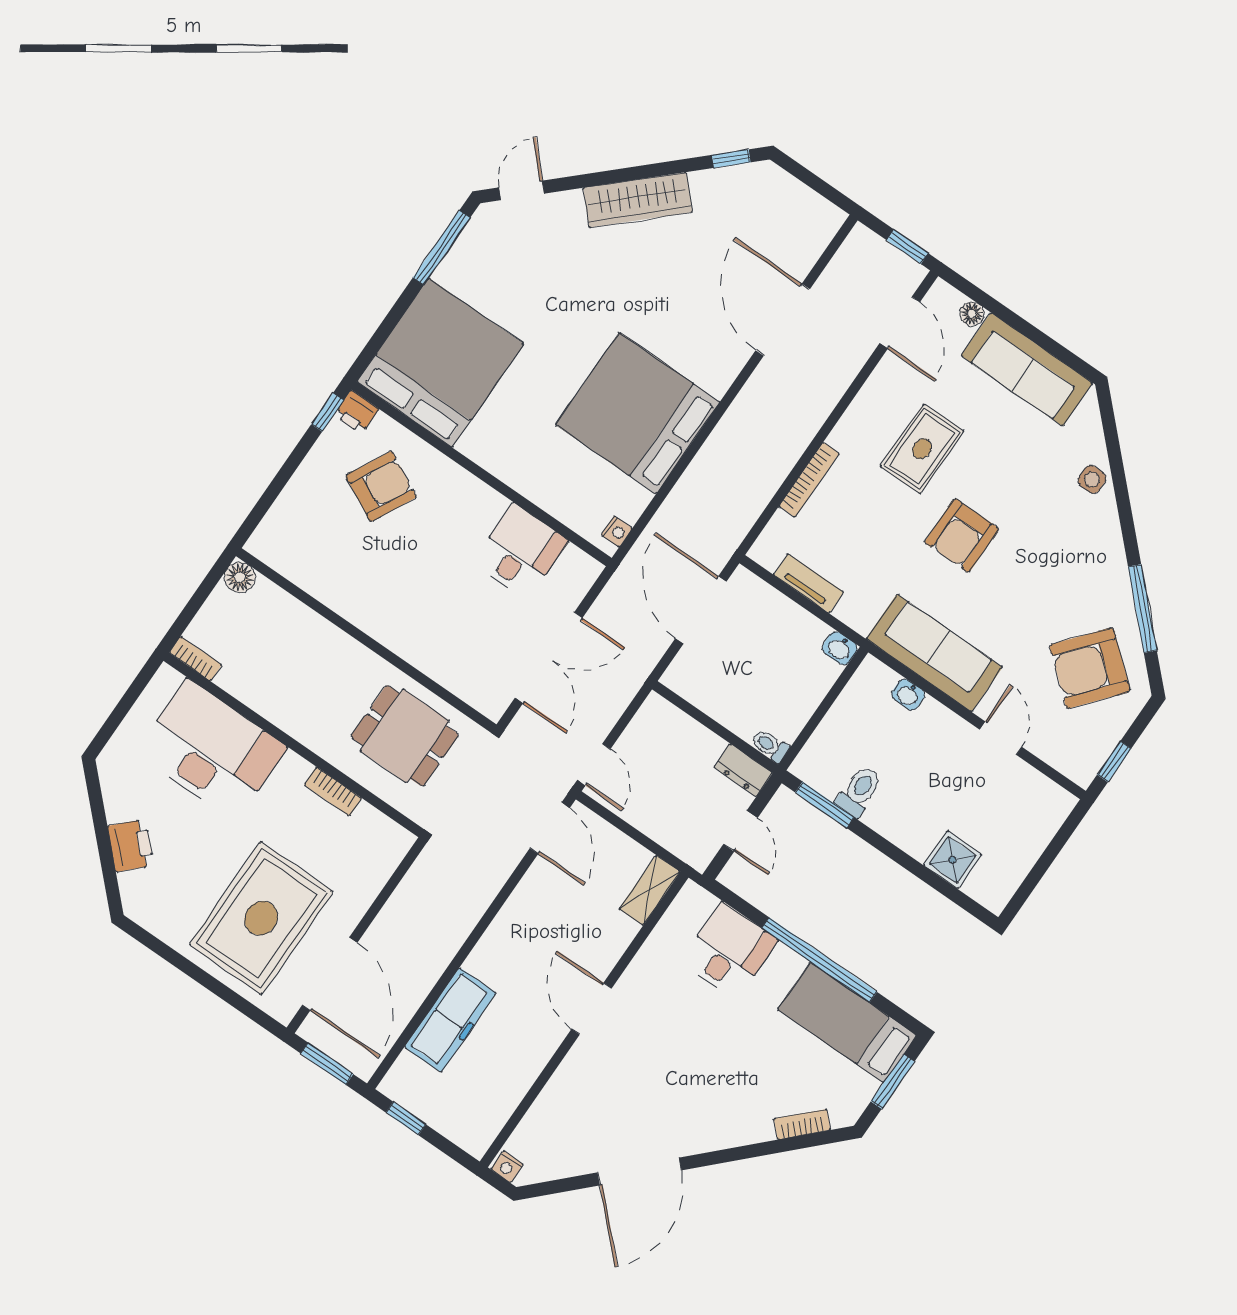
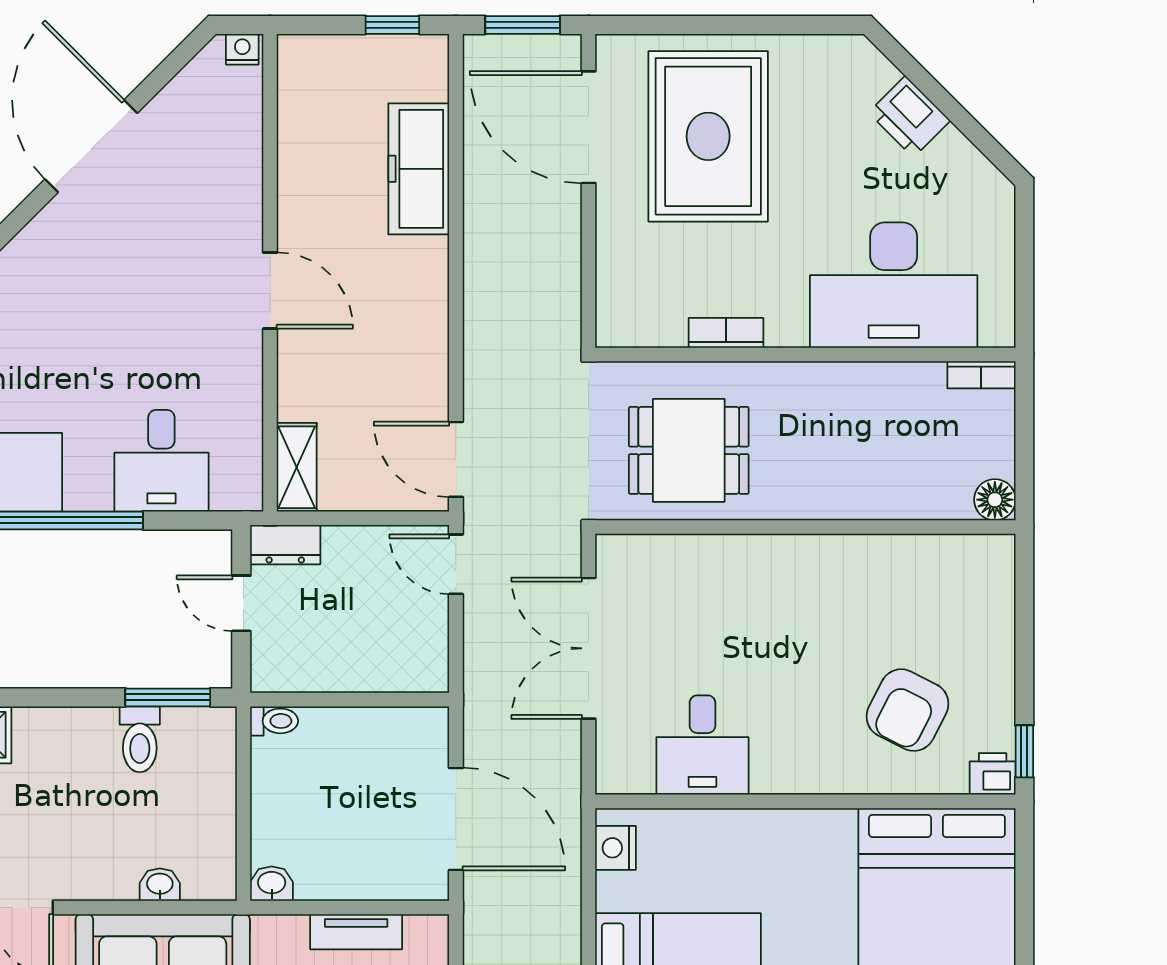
nightstand: (617, 531) -> (616, 848), width x1.39, depth x1.35
dresser: (743, 770) -> (285, 545), moved, turned 180

